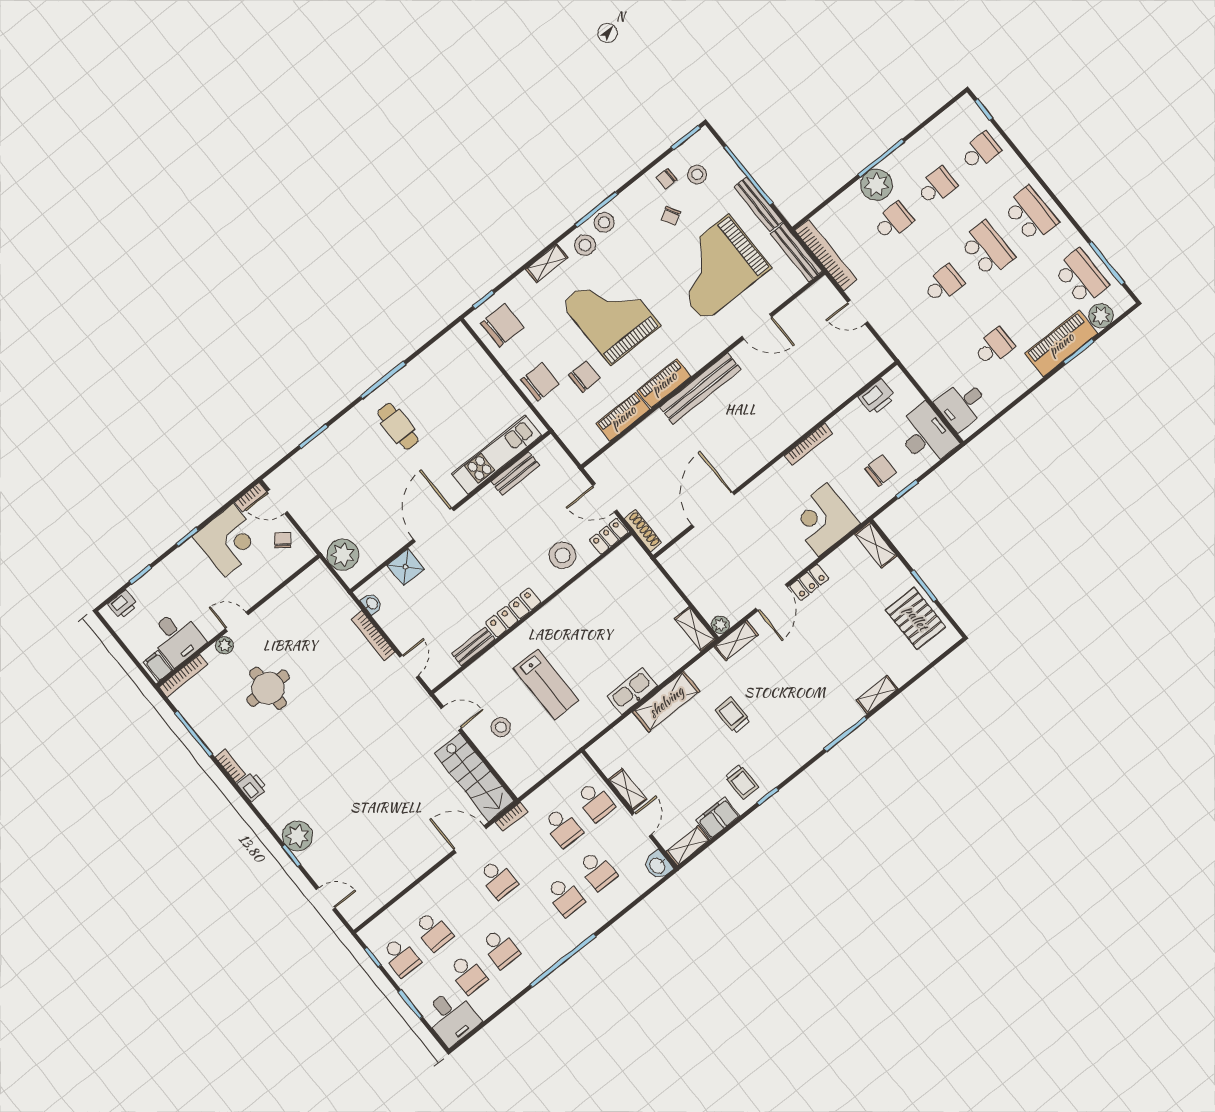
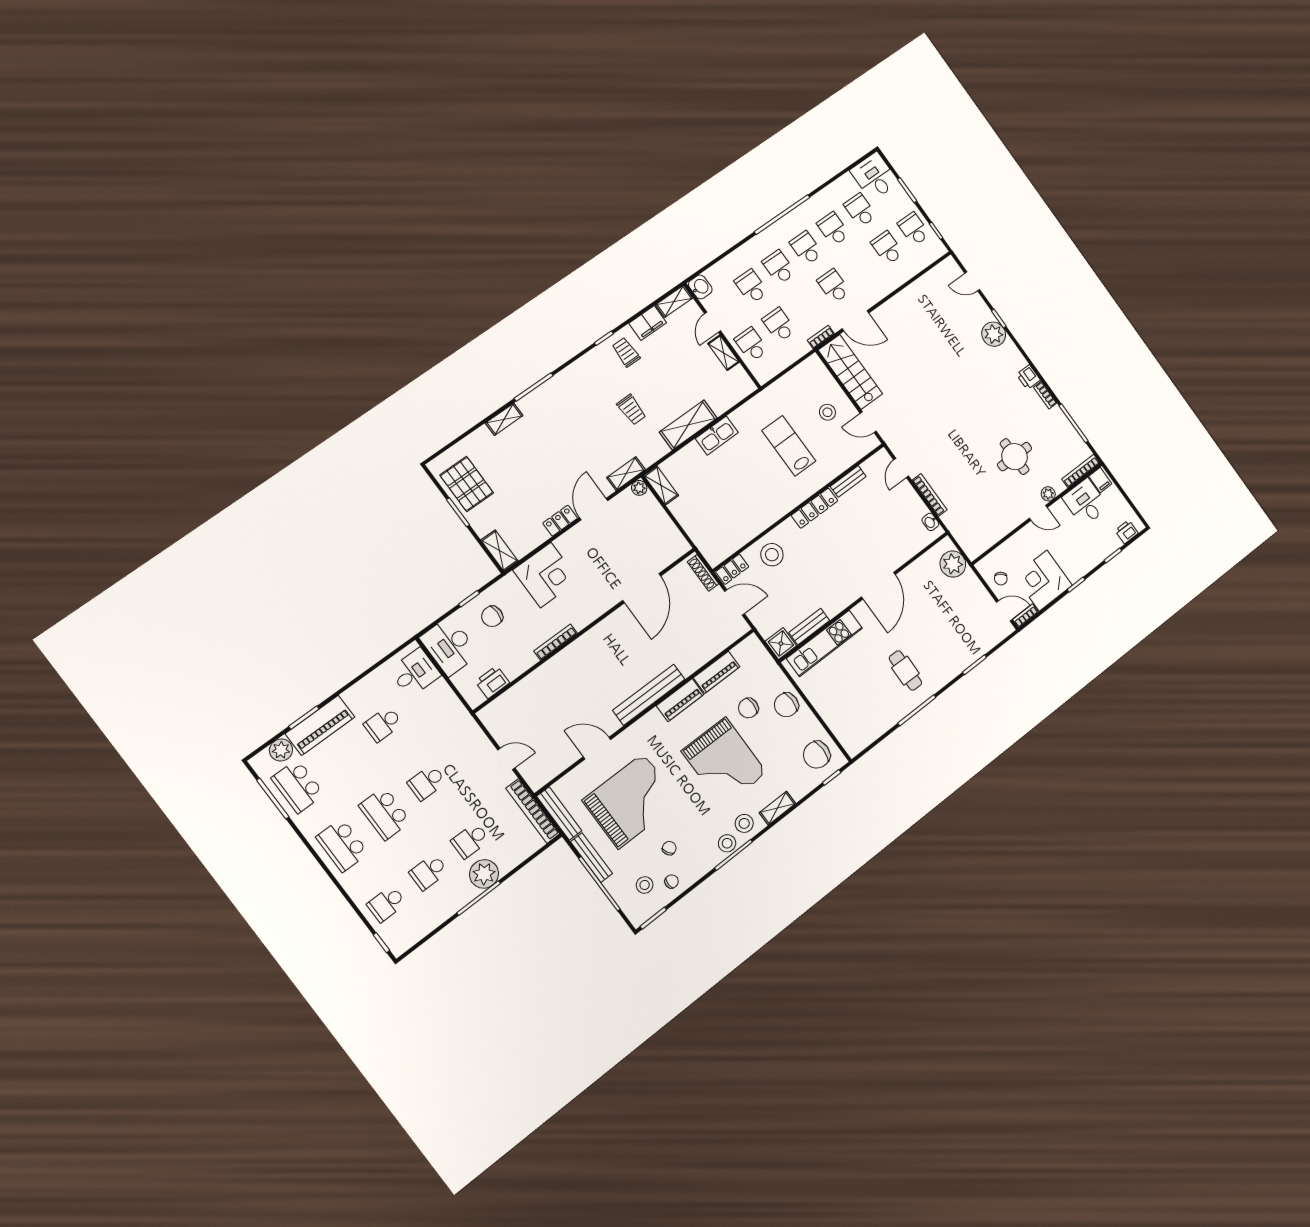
shower: (406, 567) -> (781, 644), moved
school desk: (533, 922) -> (806, 248), added

